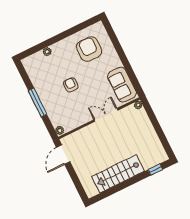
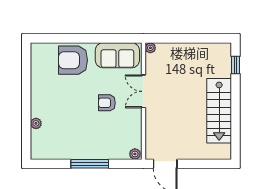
armchair: (89, 49) -> (73, 60), moved
armchair: (71, 85) -> (107, 103), moved

